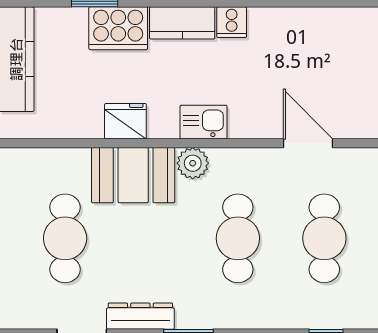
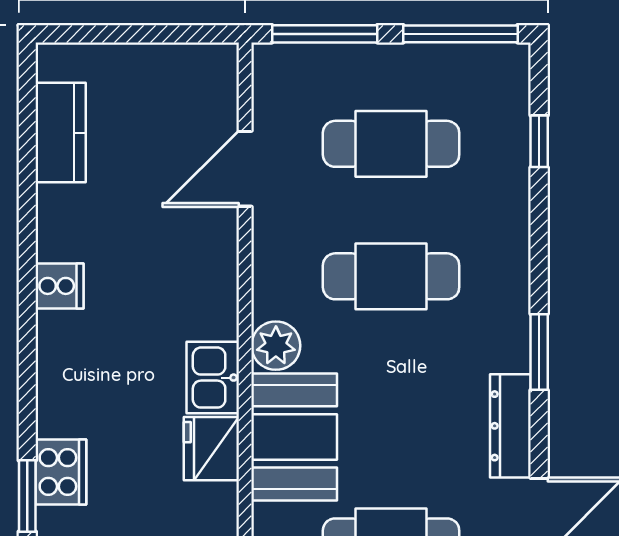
kitchen counter: (182, 23) -> (61, 133), moved
cooker: (118, 28) -> (61, 472), width x0.73, depth x0.76
kitchen sink: (204, 122) -> (213, 378), moved

